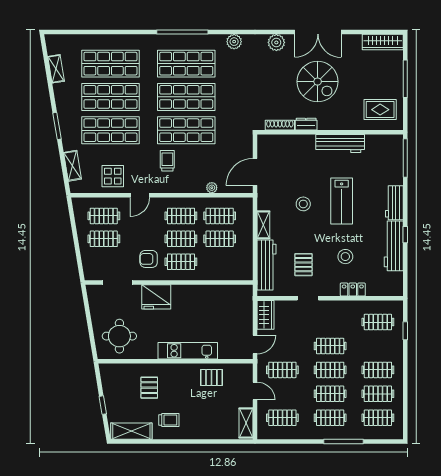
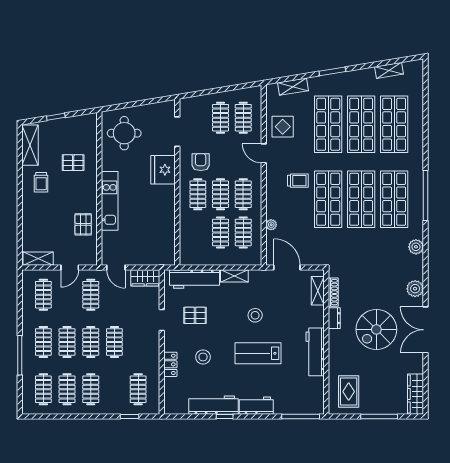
shelving: (278, 141) -> (318, 291), added

